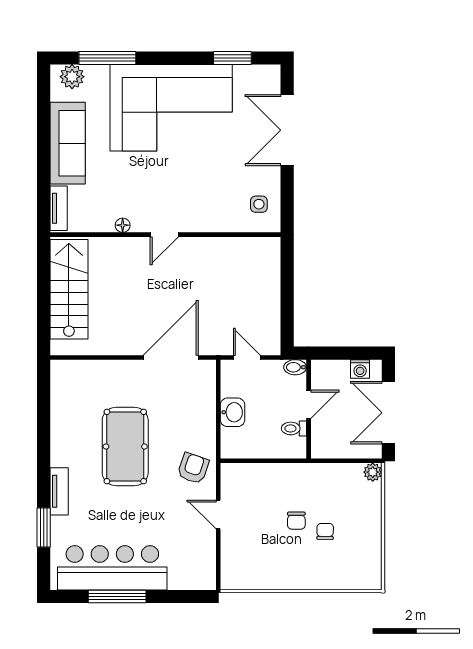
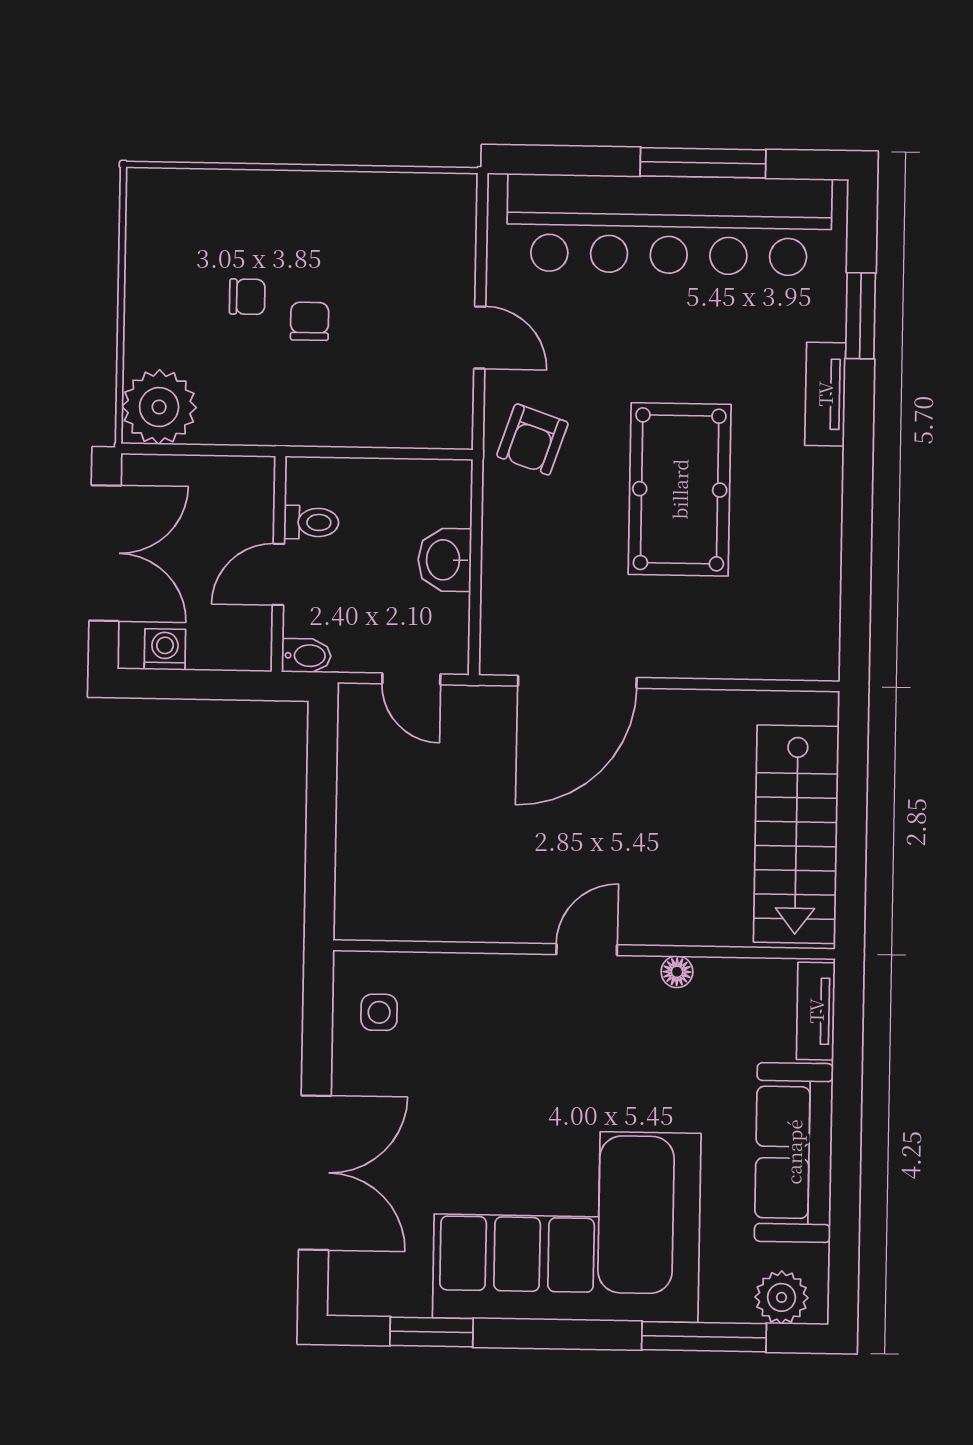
plant: (373, 472) -> (159, 407), width x1.88, depth x1.88
chair: (325, 531) -> (247, 297), turned -91
bar counter: (112, 568) -> (669, 225), width x1.36

